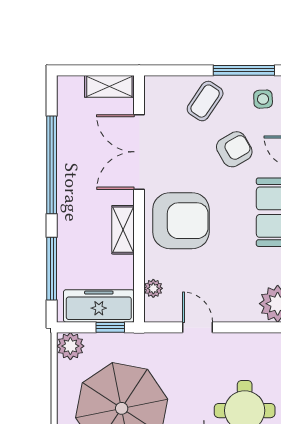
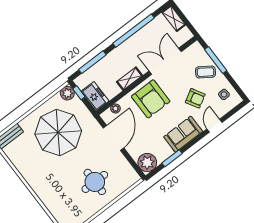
window: (244, 70) -> (216, 60), moved
shelving: (109, 86) -> (174, 19), moved
freezer: (99, 306) -> (95, 96), width x0.71
window: (110, 327) -> (79, 93), moved
door: (198, 327) -> (113, 138), width x1.87

